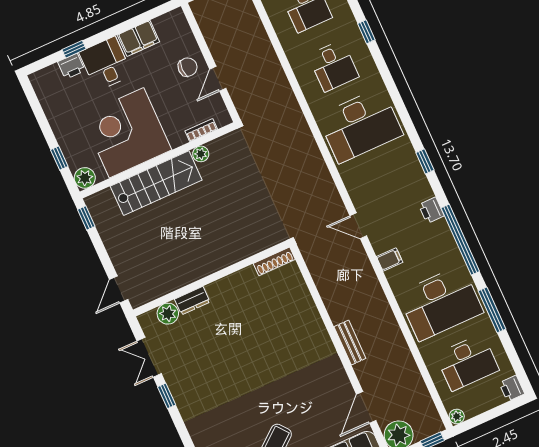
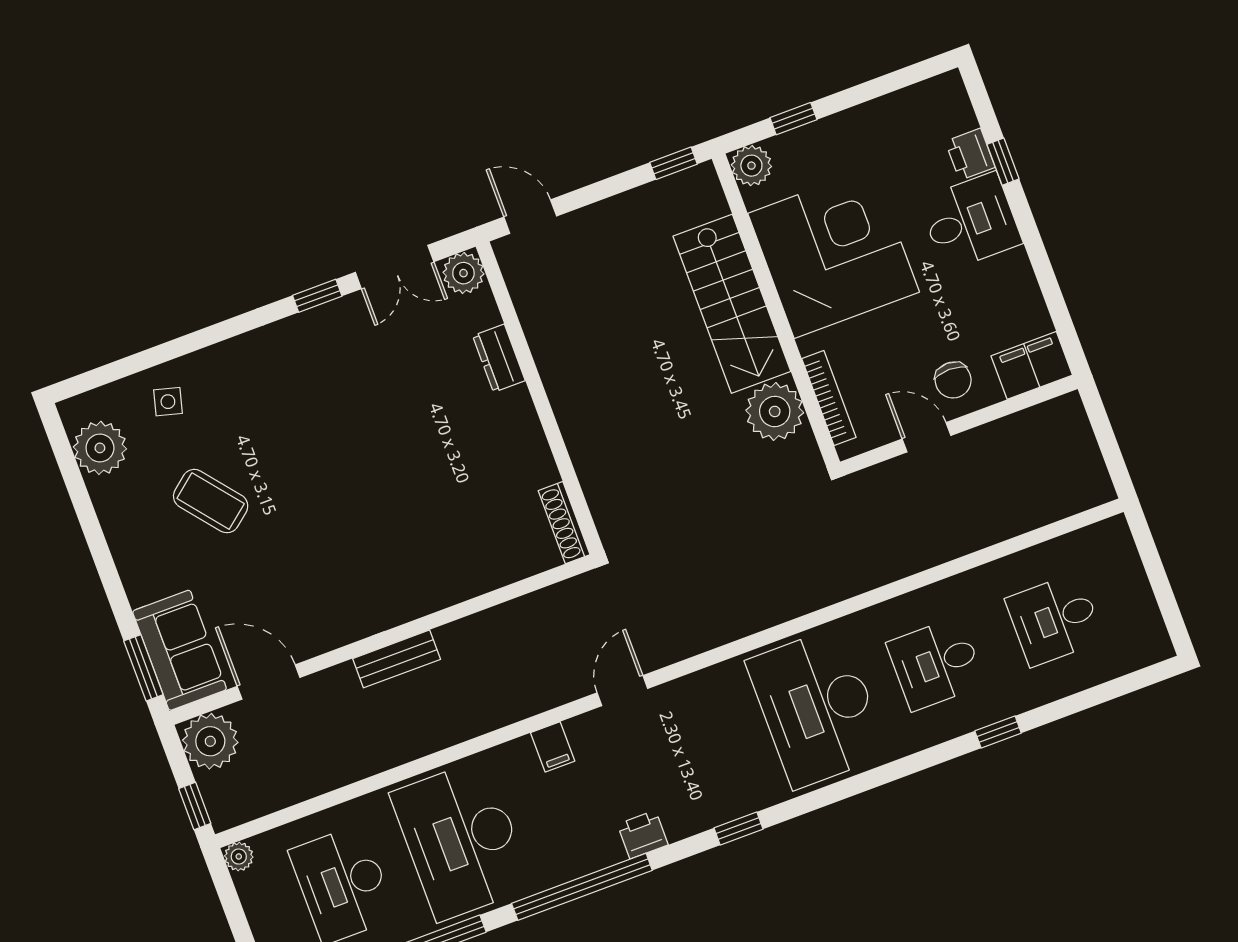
filing cabinet: (138, 38) -> (1032, 365), moved, turned 90
bookcase: (201, 130) -> (829, 398), width x1.56
plant: (201, 154) -> (775, 411), width x1.88, depth x1.88
plant: (168, 314) -> (463, 273), moved
double door: (149, 357) -> (395, 267), swing flipped

